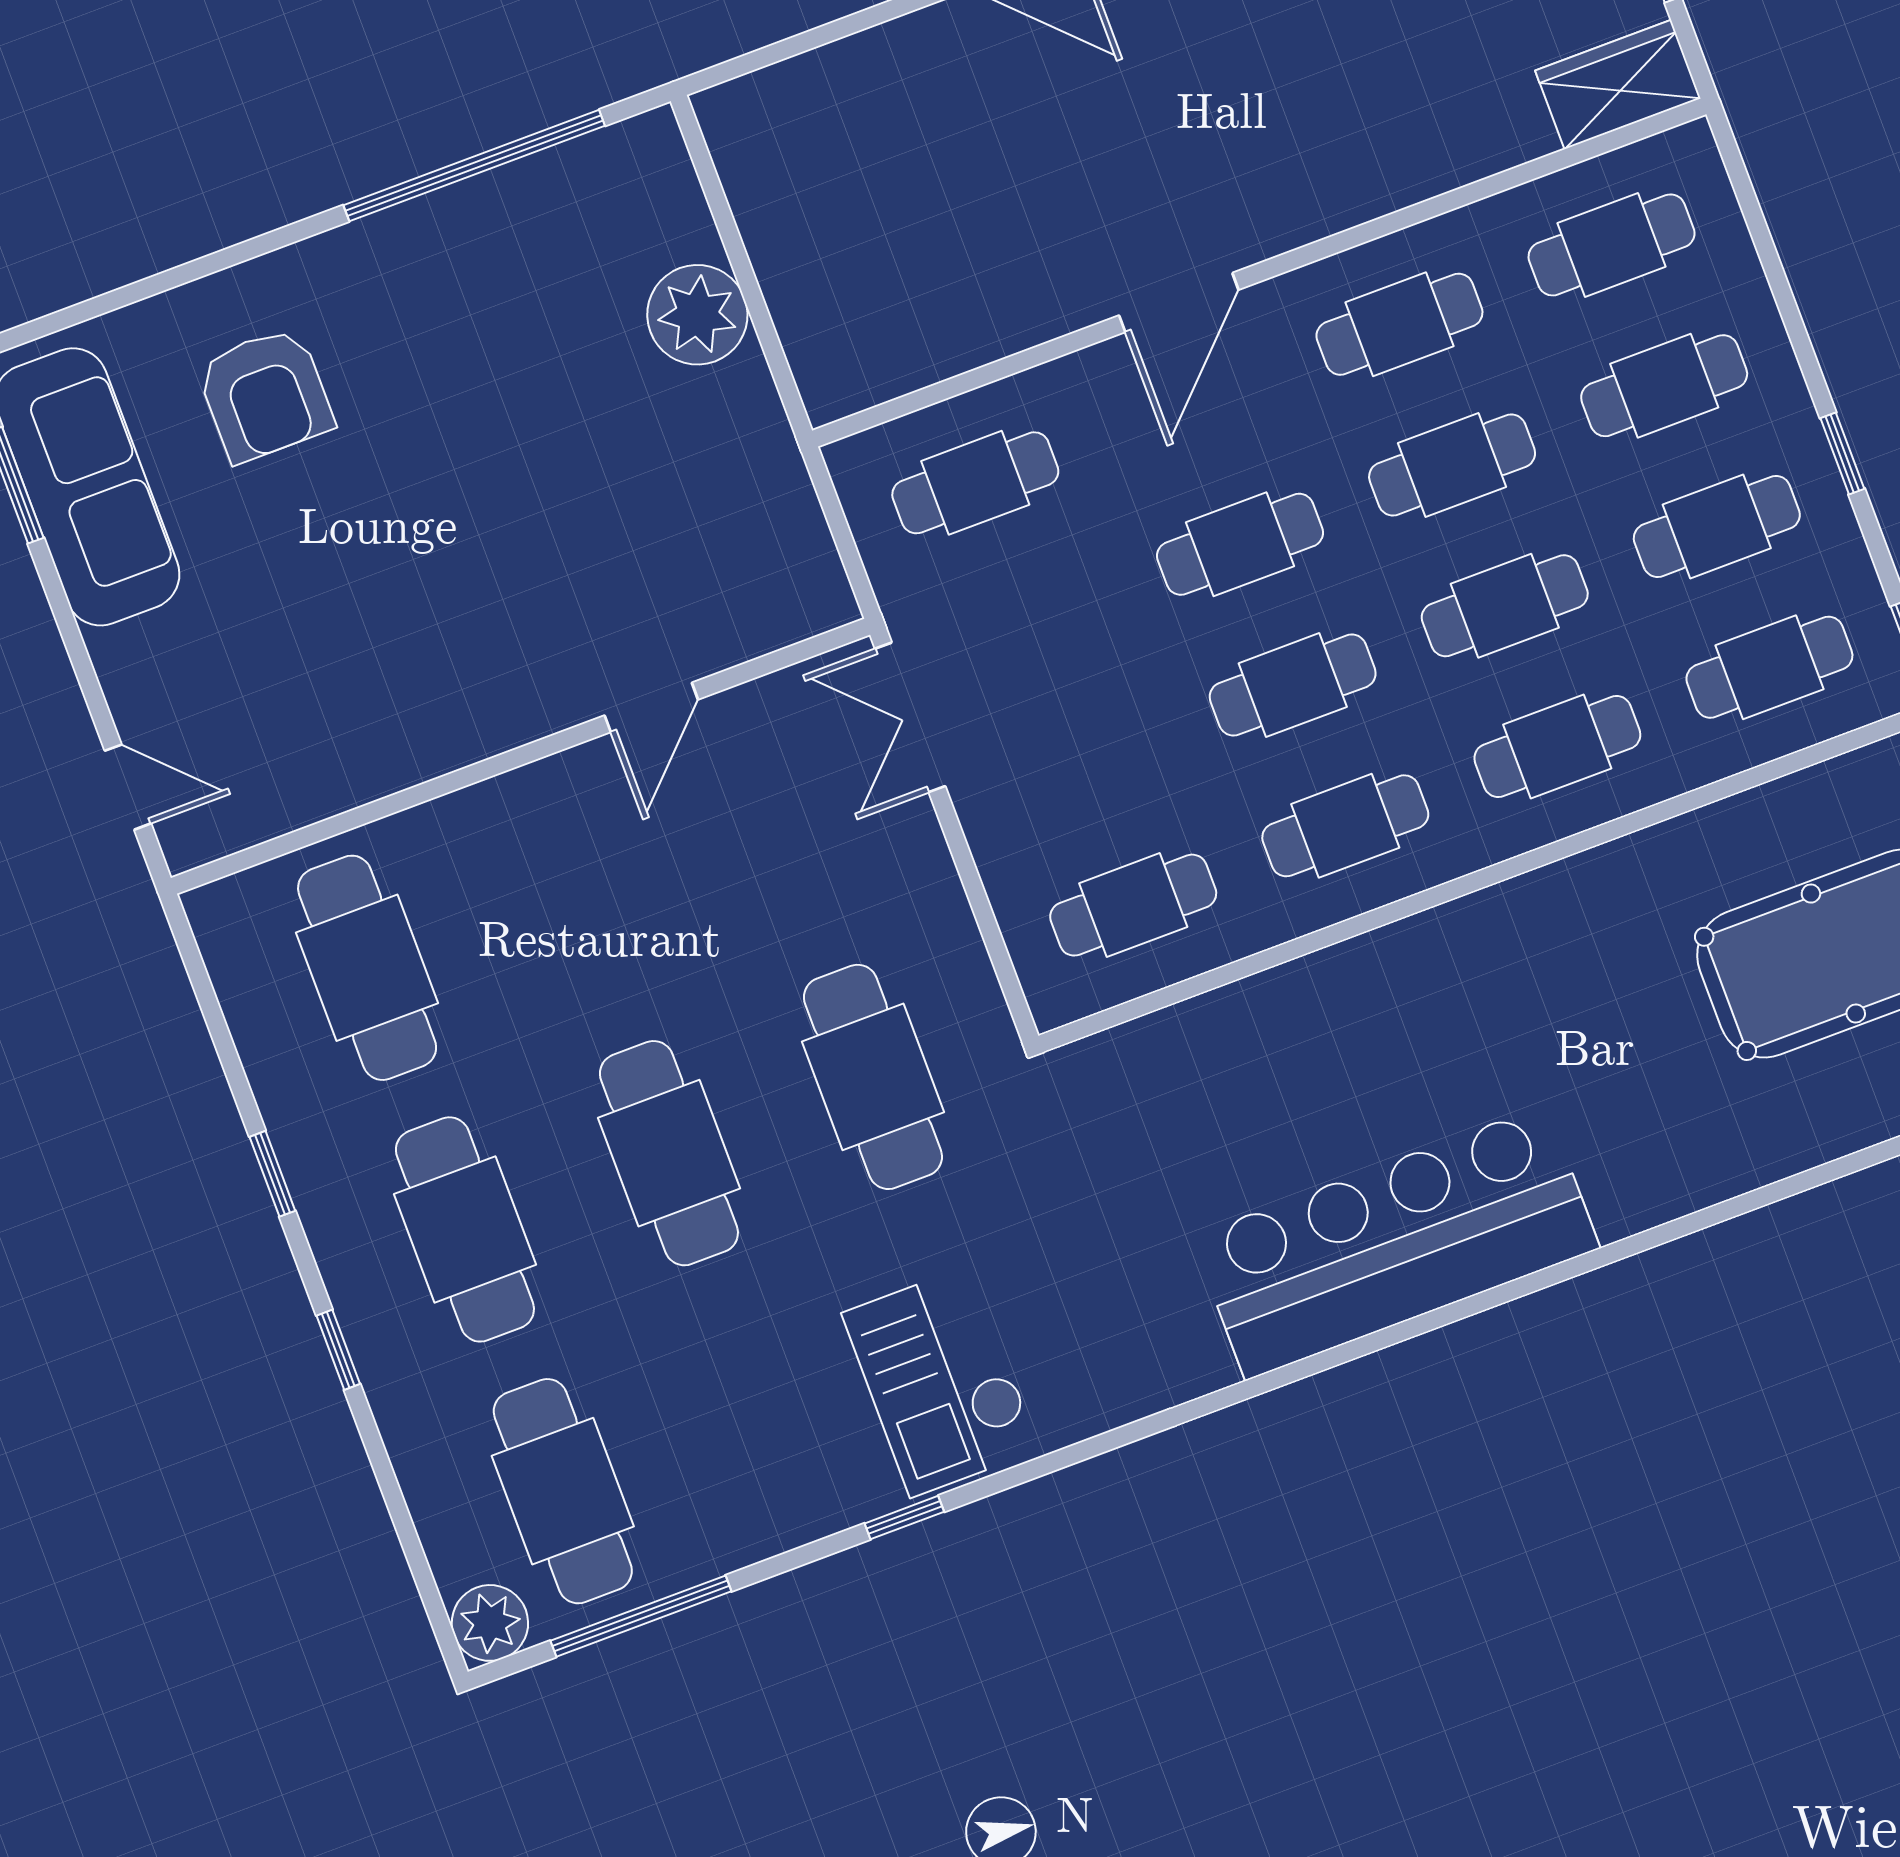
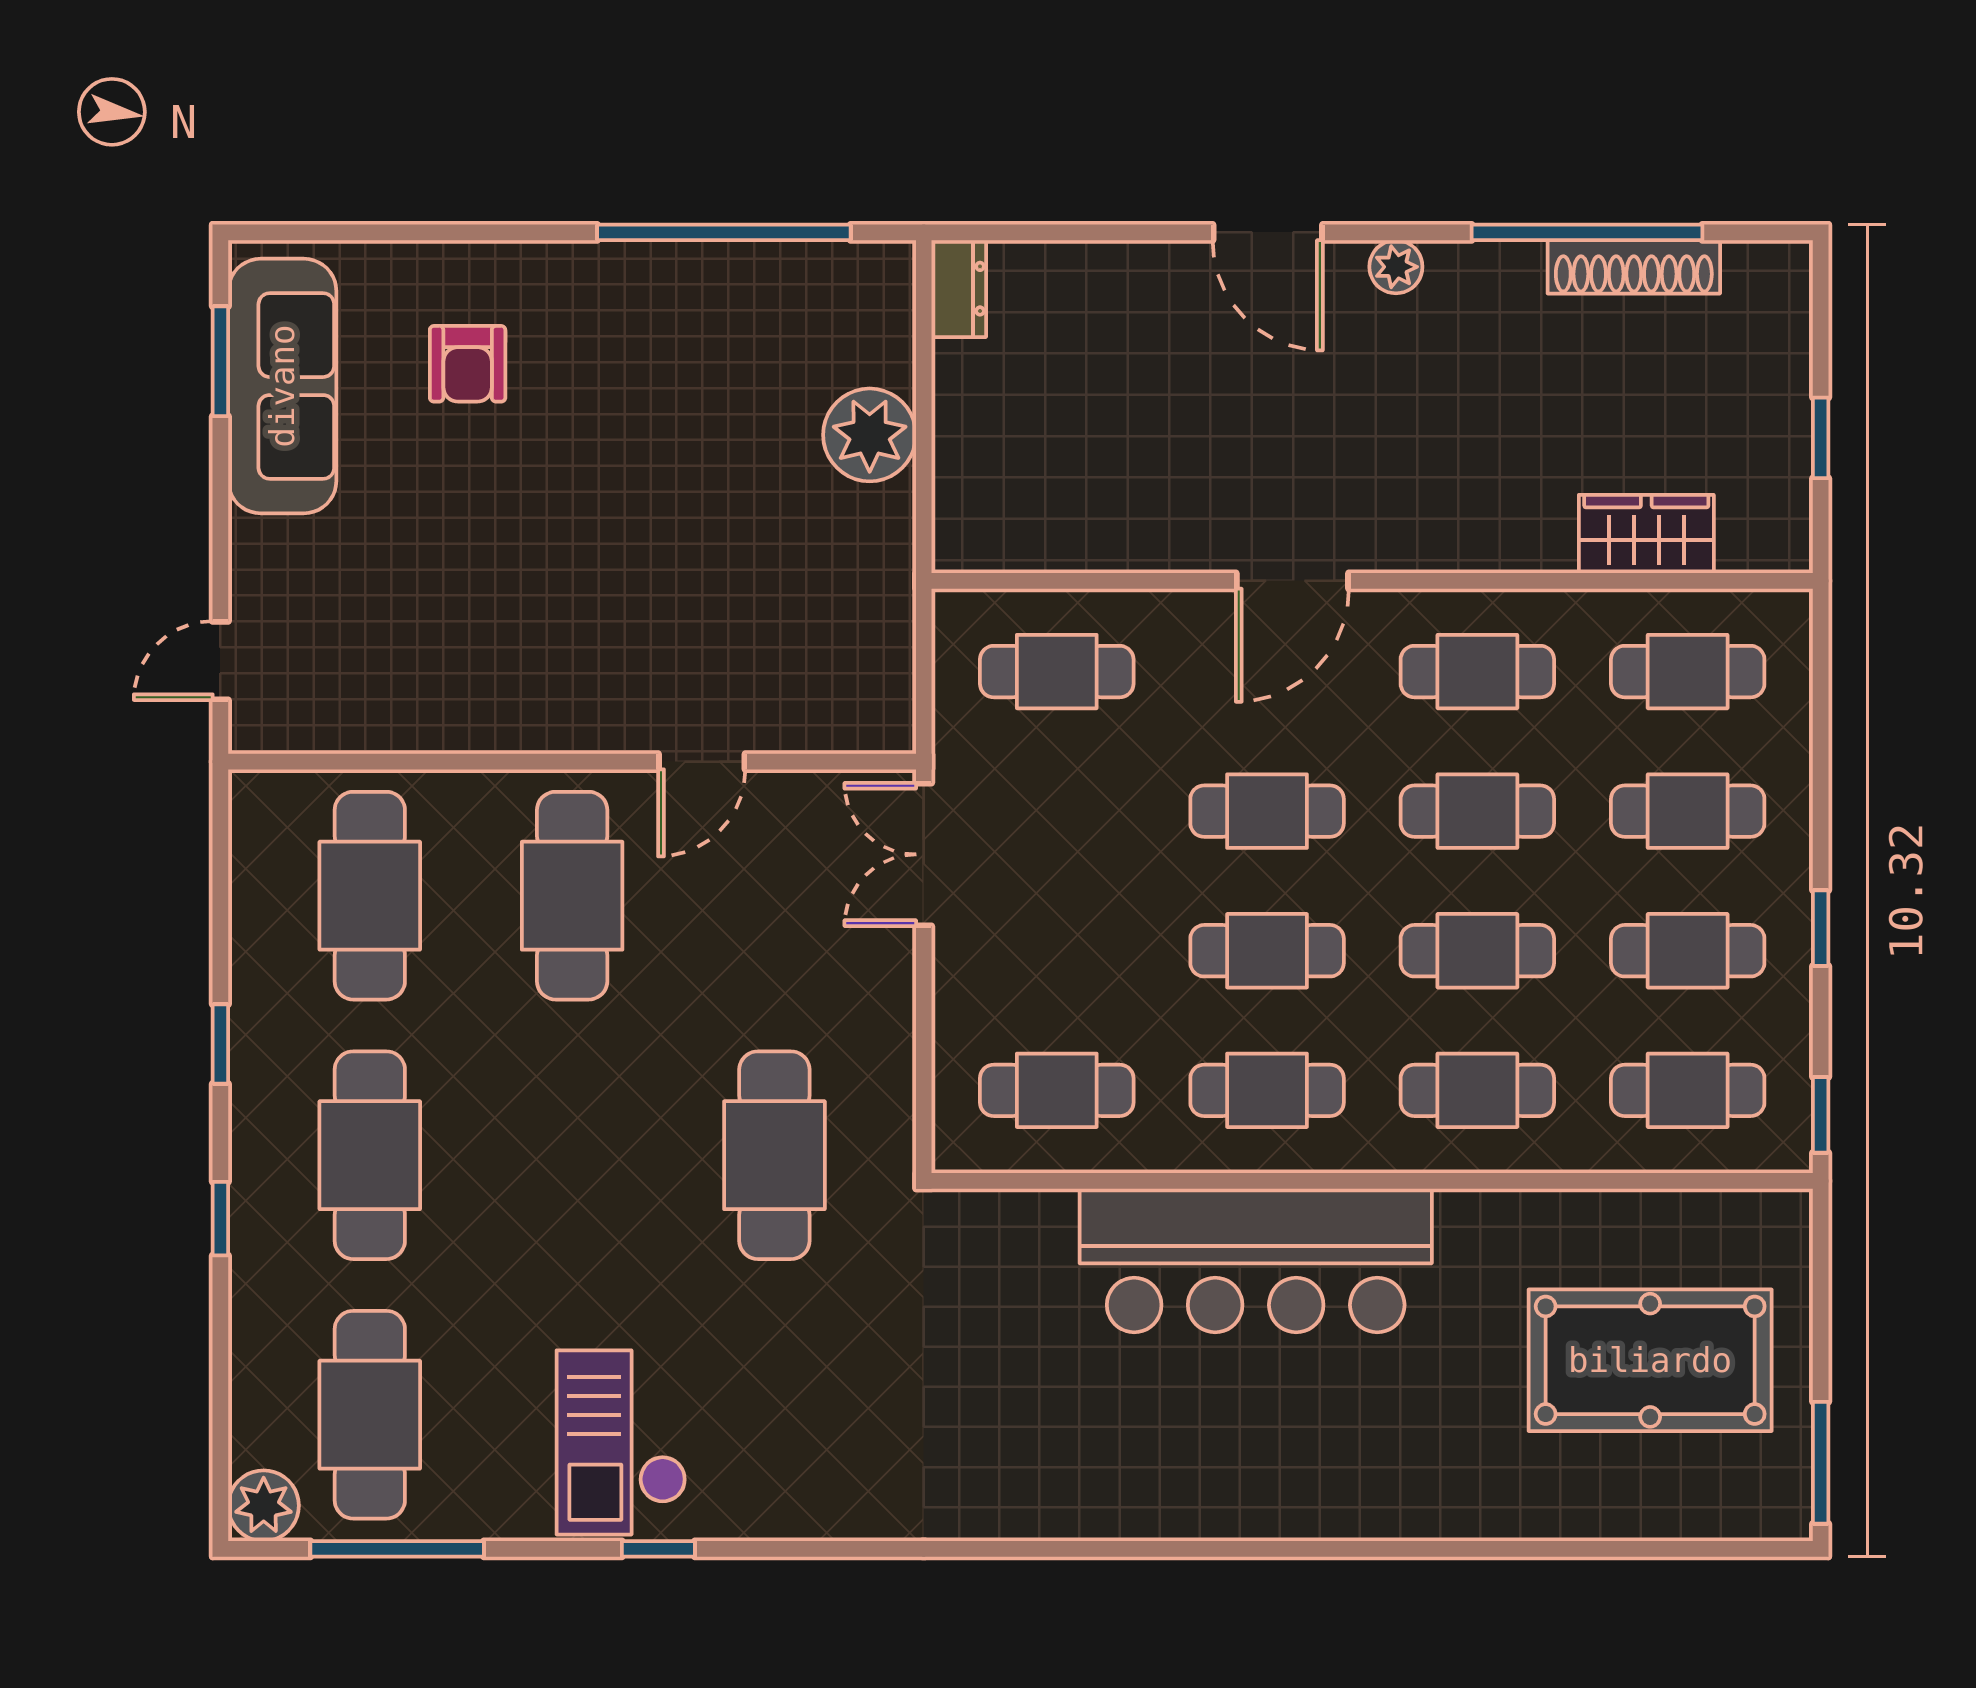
wardrobe: (1618, 84) -> (1646, 534), moved
dresser: (732, 134) -> (959, 289), added
armchair: (265, 395) -> (468, 364), width x0.72, depth x0.72
door: (128, 787) -> (220, 661), swing flipped
cafe table: (669, 1153) -> (572, 896), moved
bar counter: (1396, 1242) -> (1256, 1260), moved, turned 180
checkout: (941, 1381) -> (621, 1442), moved

